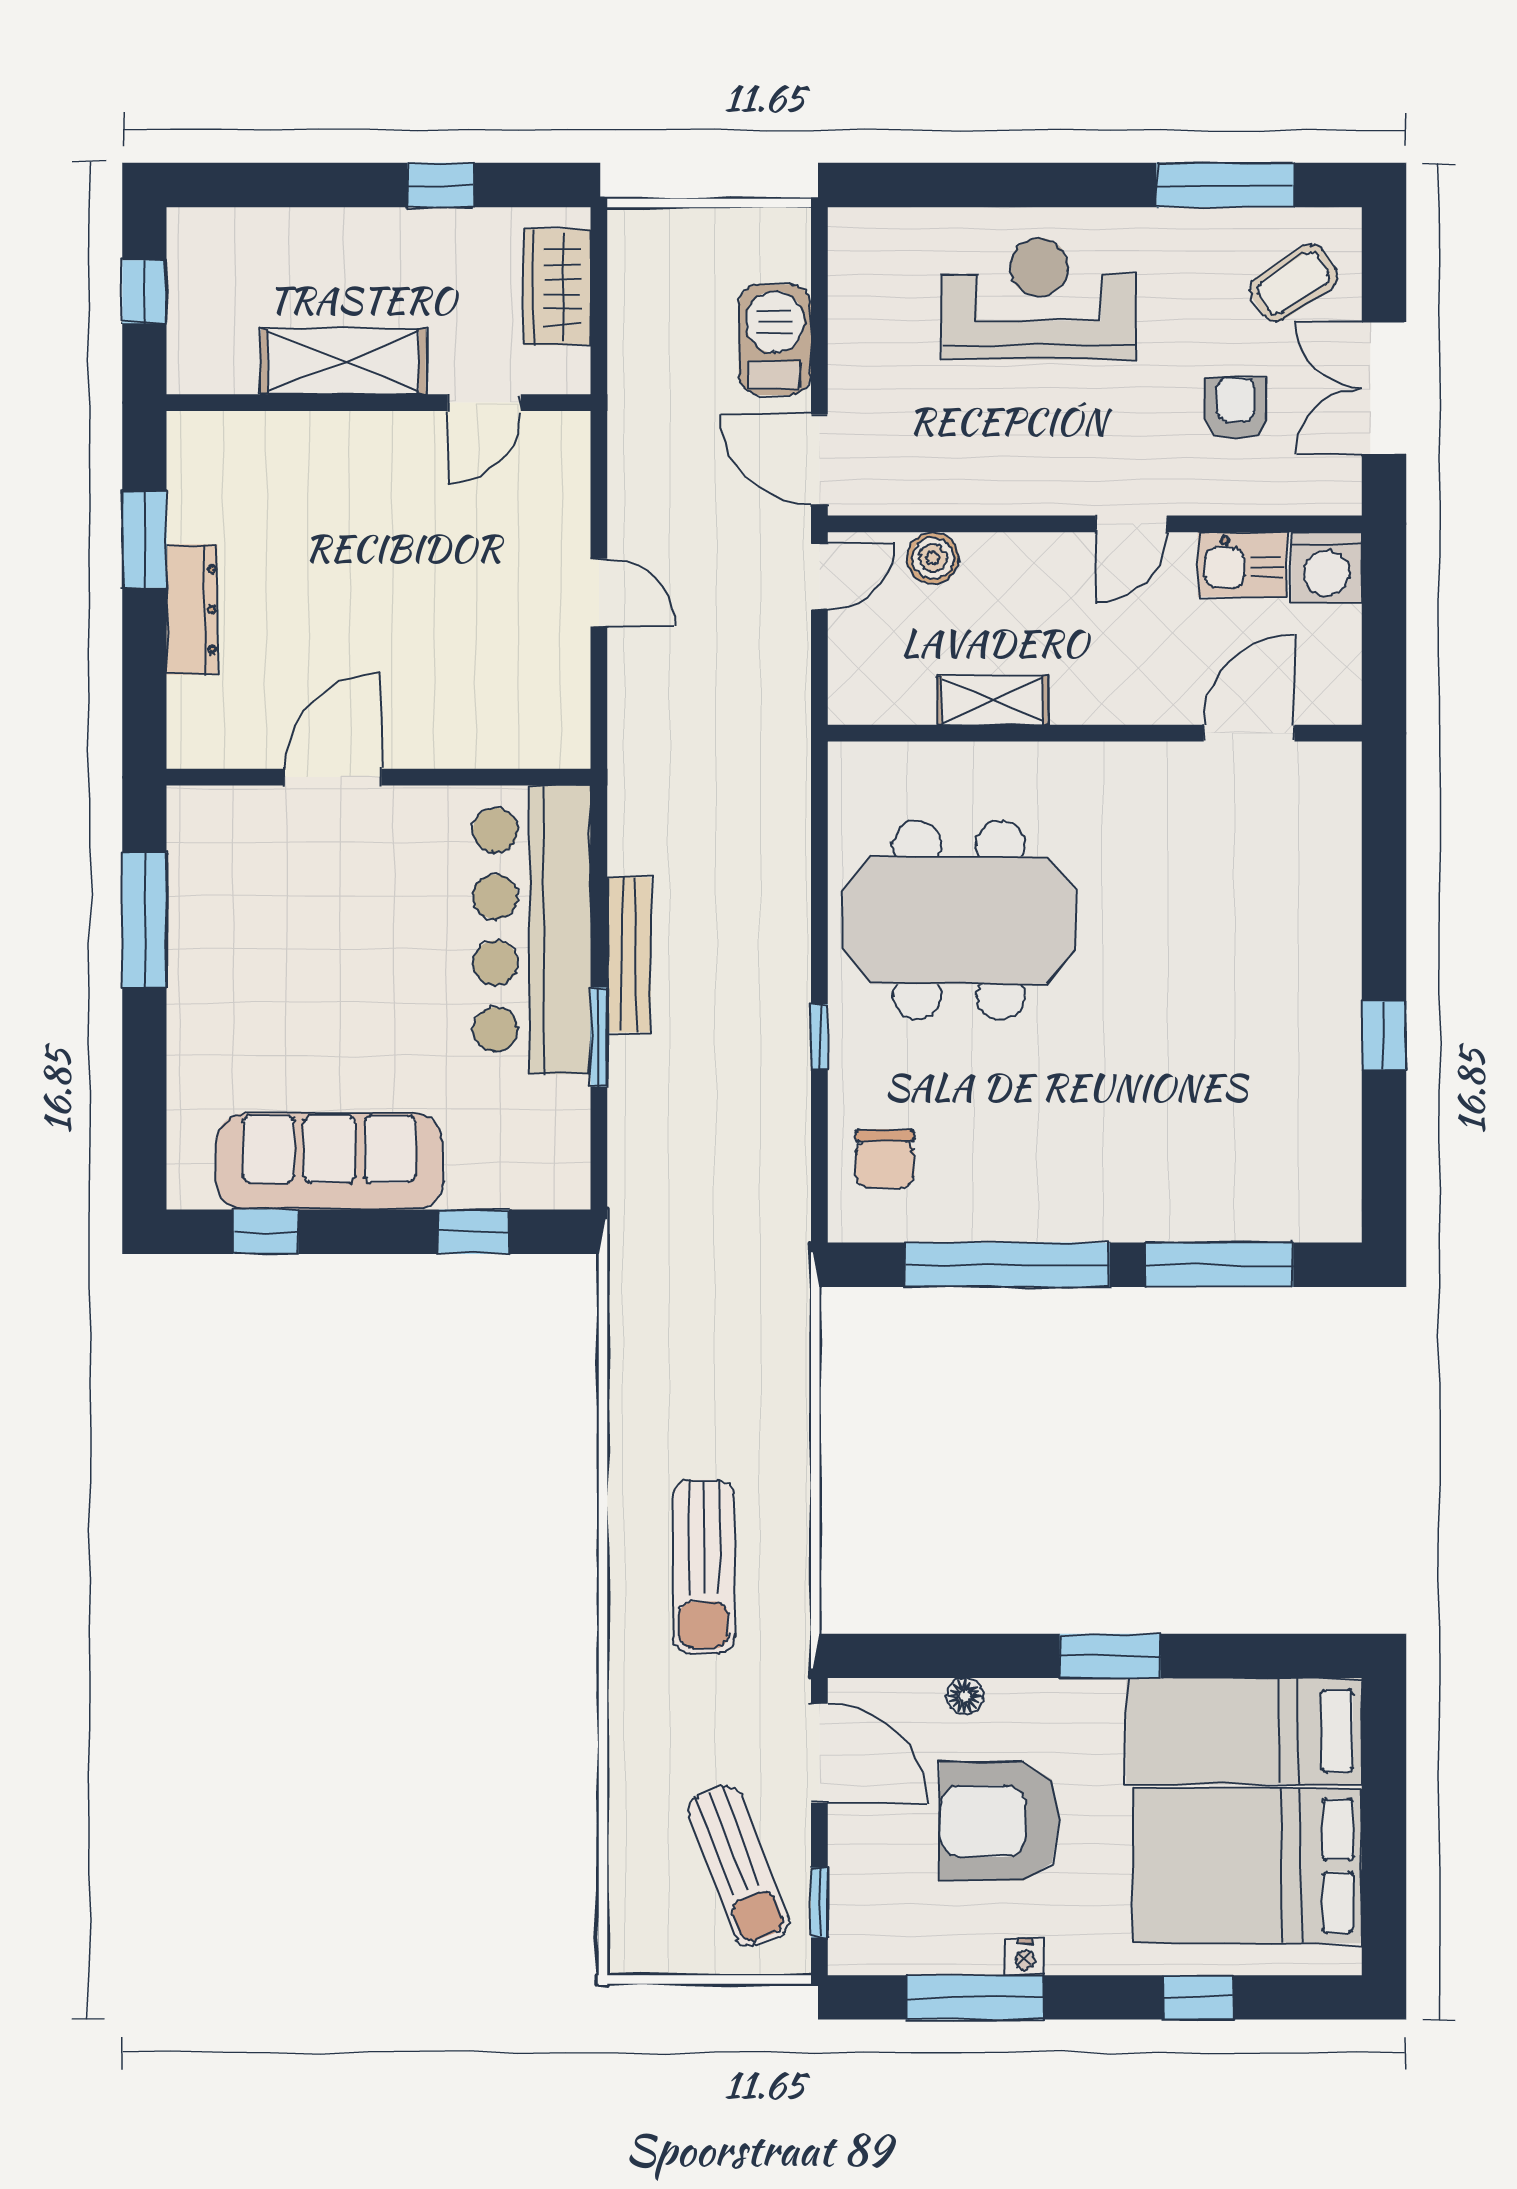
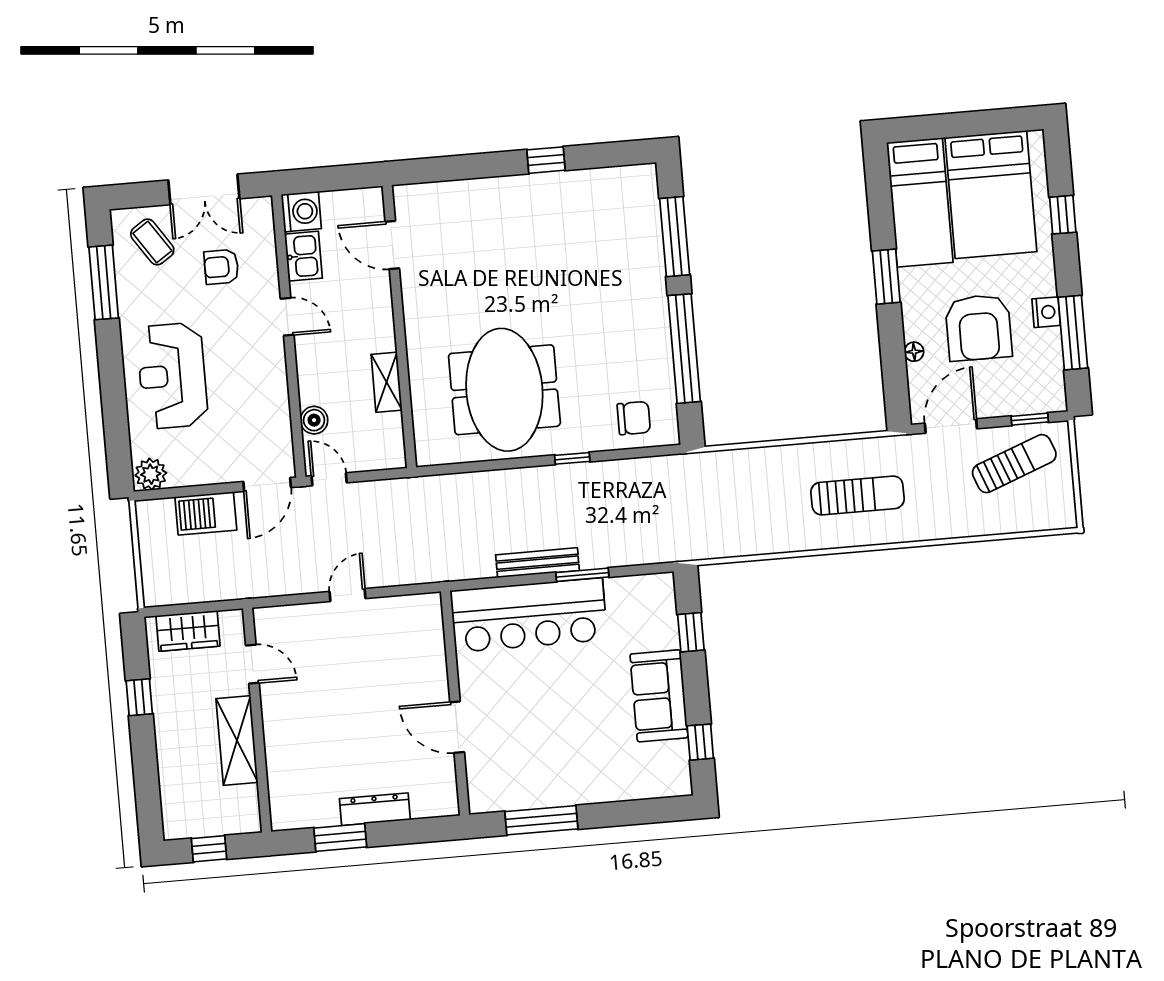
plant: (858, 243) -> (151, 474), added
sofa: (329, 1162) -> (659, 696), width x0.73
nightstand: (1025, 1957) -> (1046, 312), width x1.39, depth x1.35

